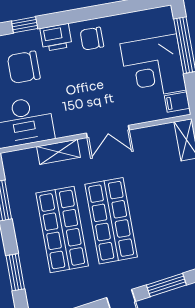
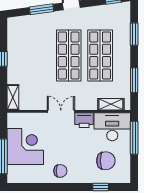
printer: (56, 37) -> (84, 120), moved, turned 180
filing cabinet: (177, 102) -> (14, 122), removed
shelving: (59, 152) -> (111, 104), moved

